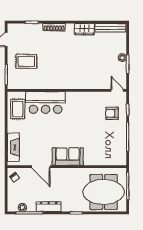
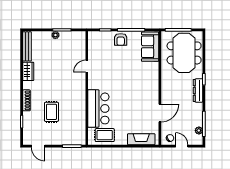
rug: (26, 61) -> (51, 112), moved
door: (117, 90) -> (87, 66), moved
armchair: (112, 113) -> (121, 39), moved
sofa: (68, 157) -> (150, 47), moved
door: (6, 190) -> (182, 146), added
dresser: (49, 207) -> (198, 91), moved

